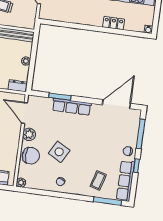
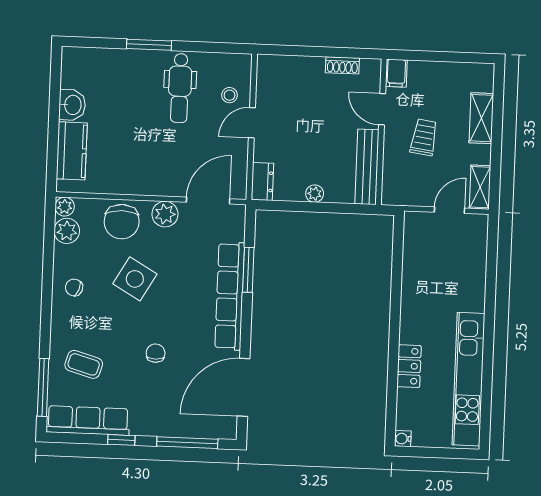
door: (116, 104) -> (244, 387), swing flipped
row of seats: (72, 107) -> (230, 296), width x1.36
chair: (128, 151) -> (156, 353), moved
plant: (33, 183) -> (67, 231), added

